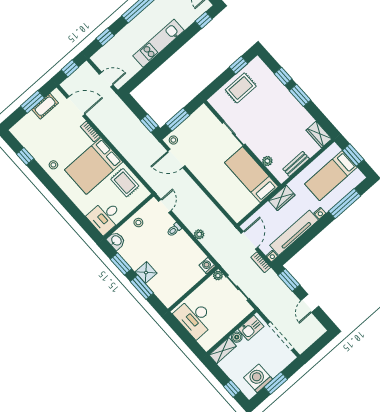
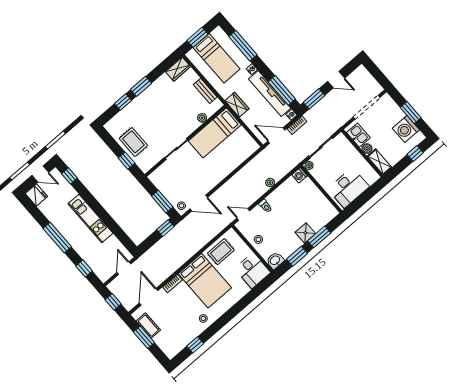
window: (238, 65) -> (127, 161), moved
door: (176, 158) -> (199, 203), hinge flipped
window: (298, 245) -> (282, 90), added

